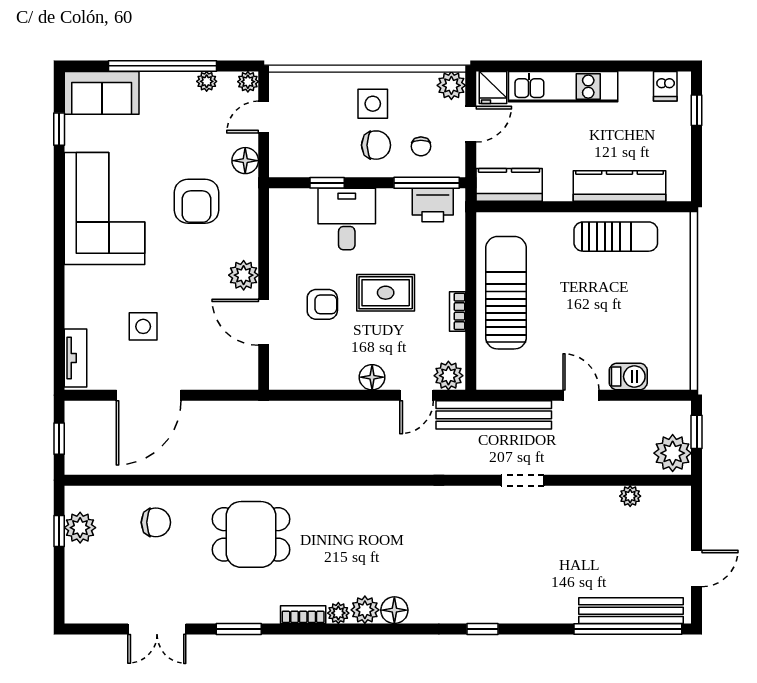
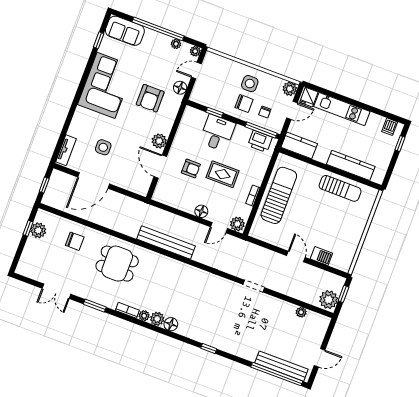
bench: (494, 415) -> (166, 243), moved

